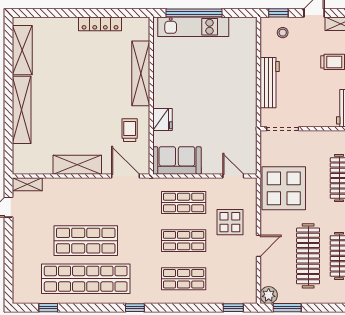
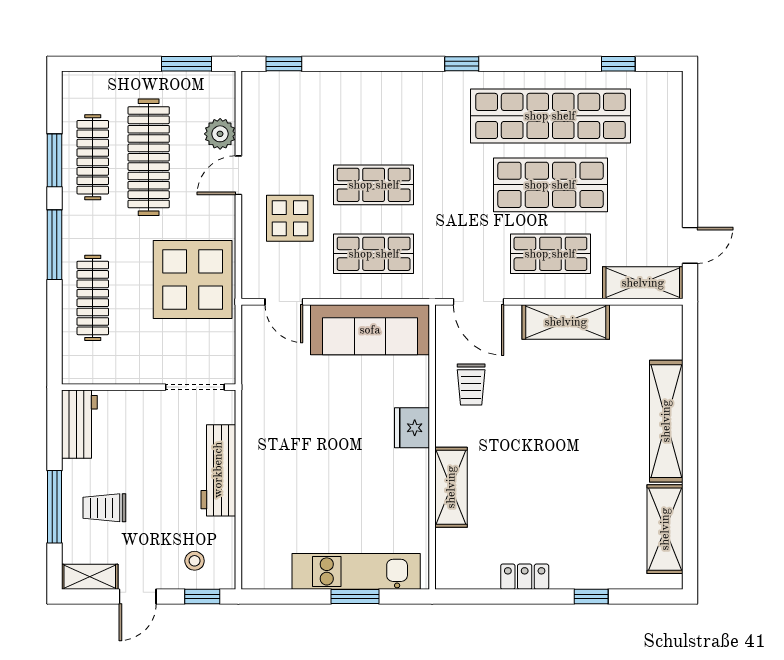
window: (63, 13) -> (591, 597), added
window: (194, 13) -> (355, 597), width x0.47
locker: (100, 24) -> (525, 577), width x0.66
shelving: (141, 73) -> (451, 487), width x0.68
fridge: (162, 119) -> (412, 428), moved
sofa: (177, 160) -> (370, 330), width x1.36
shelving: (27, 184) -> (643, 283), width x1.50, depth x1.33
shop shelf: (184, 279) -> (550, 254), moved
plant: (269, 295) -> (220, 134), moved

